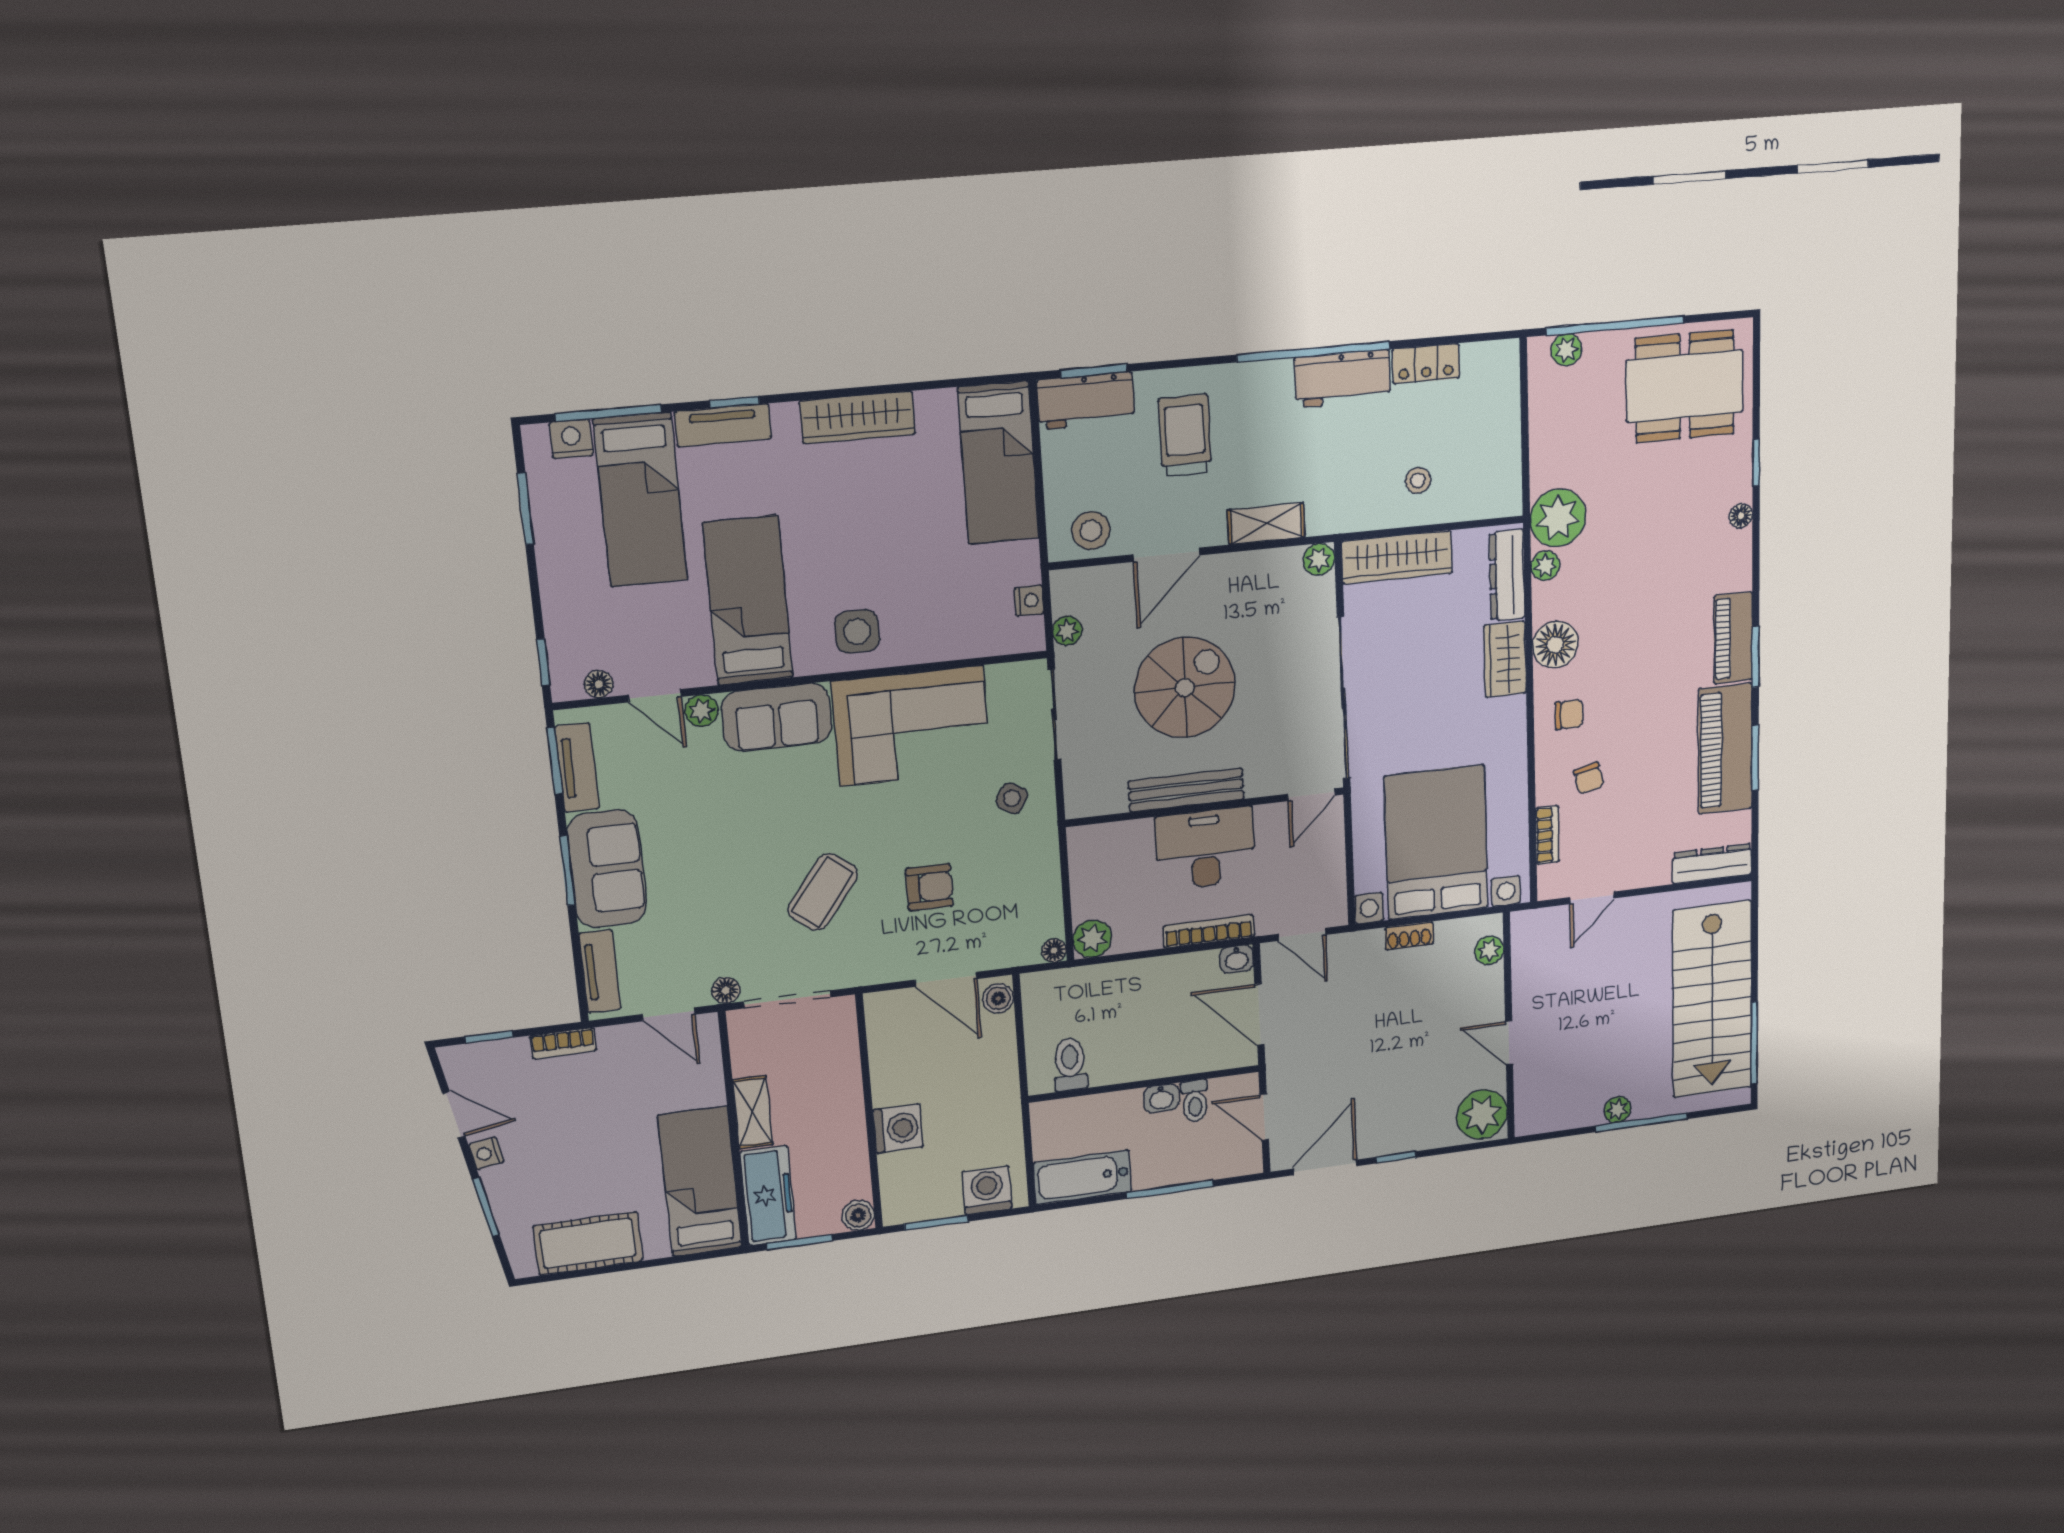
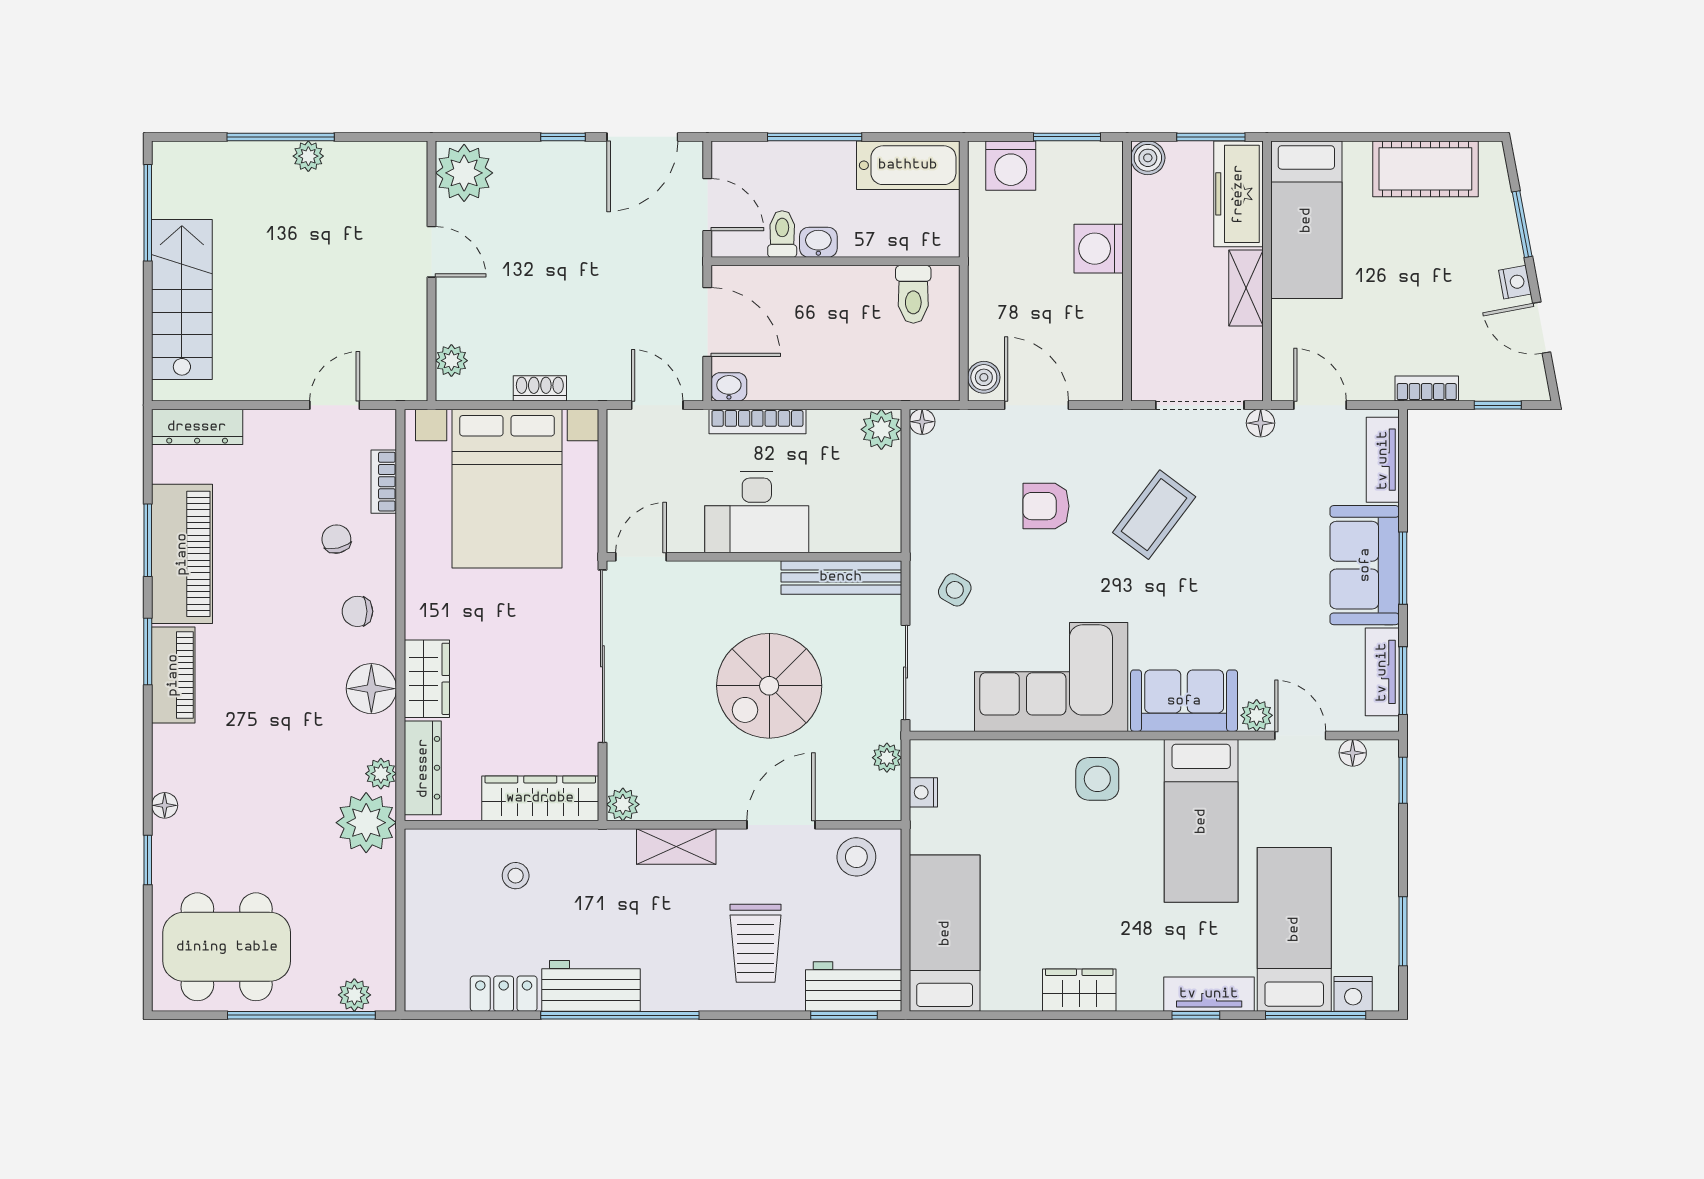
wardrobe: (858, 417) -> (1079, 990), width x0.67
bench: (1186, 790) -> (841, 577), moved
stairs: (1712, 999) -> (182, 299), width x0.73, depth x0.66

